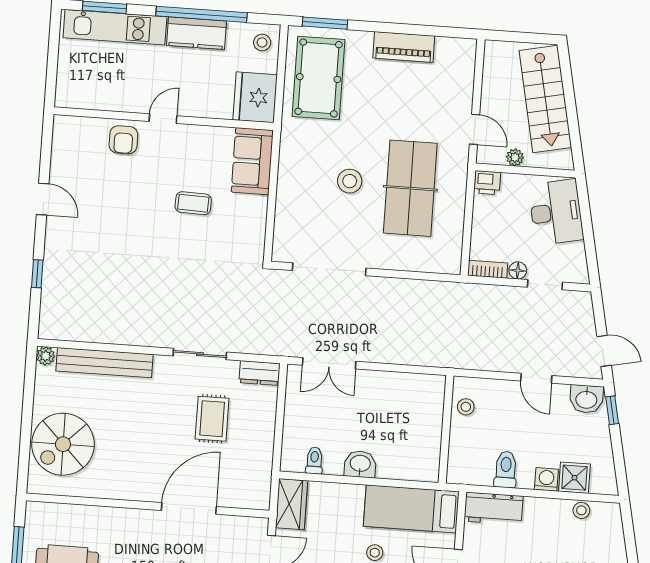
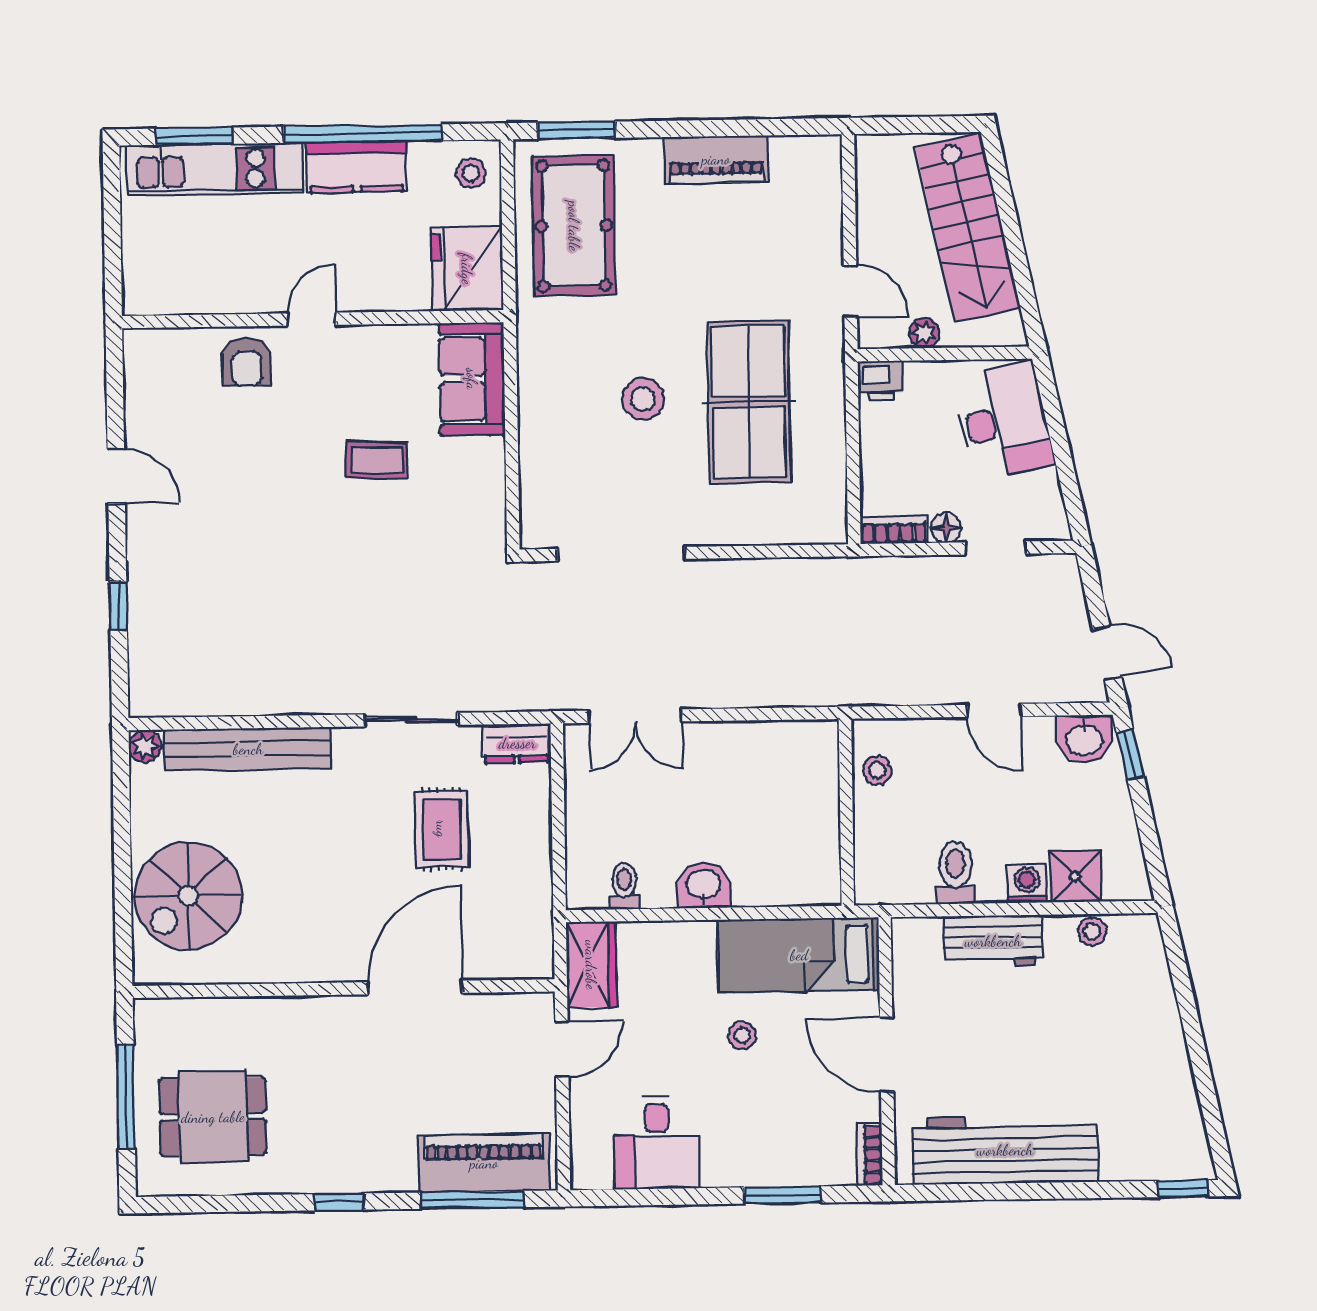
workbench: (494, 509) -> (993, 941), moved

